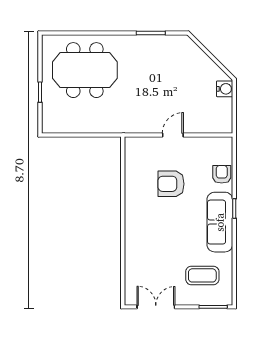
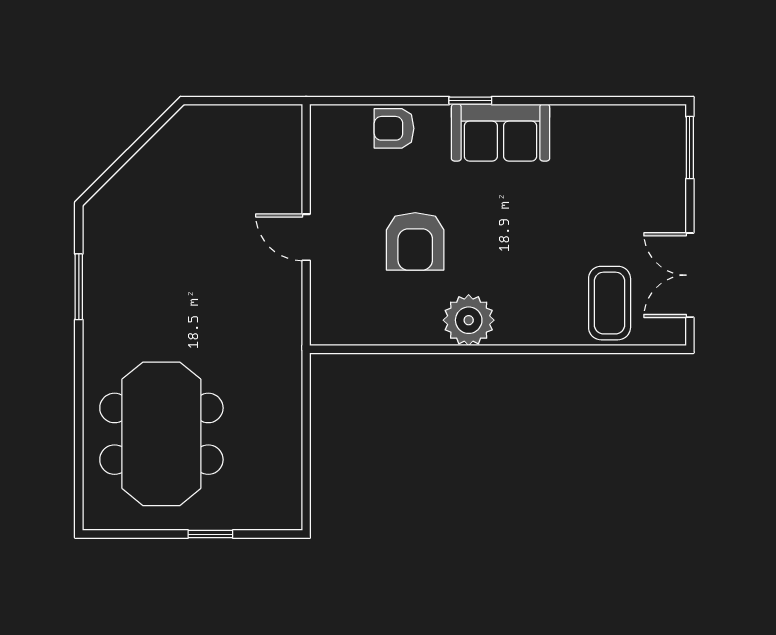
water cooler: (225, 89) -> (203, 122), removed
plant: (136, 208) -> (469, 320), added
sofa: (220, 222) -> (500, 133), width x0.73
coffee table: (202, 275) -> (610, 303), moved

